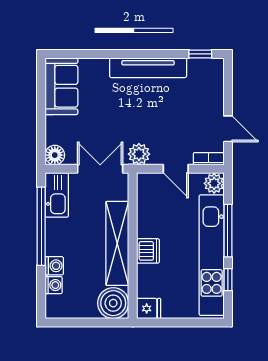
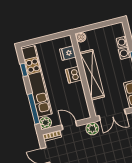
window: (228, 231) -> (34, 109), moved
boiler: (113, 303) -> (81, 37), width x0.54, depth x0.54
fridge: (149, 308) -> (68, 53), moved

